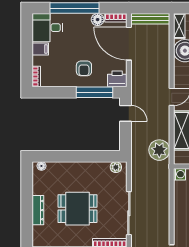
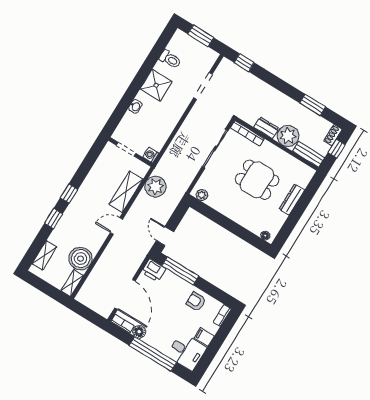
bench: (151, 19) -> (93, 304), removed
armchair: (84, 68) -> (196, 302), moved, turned -90

